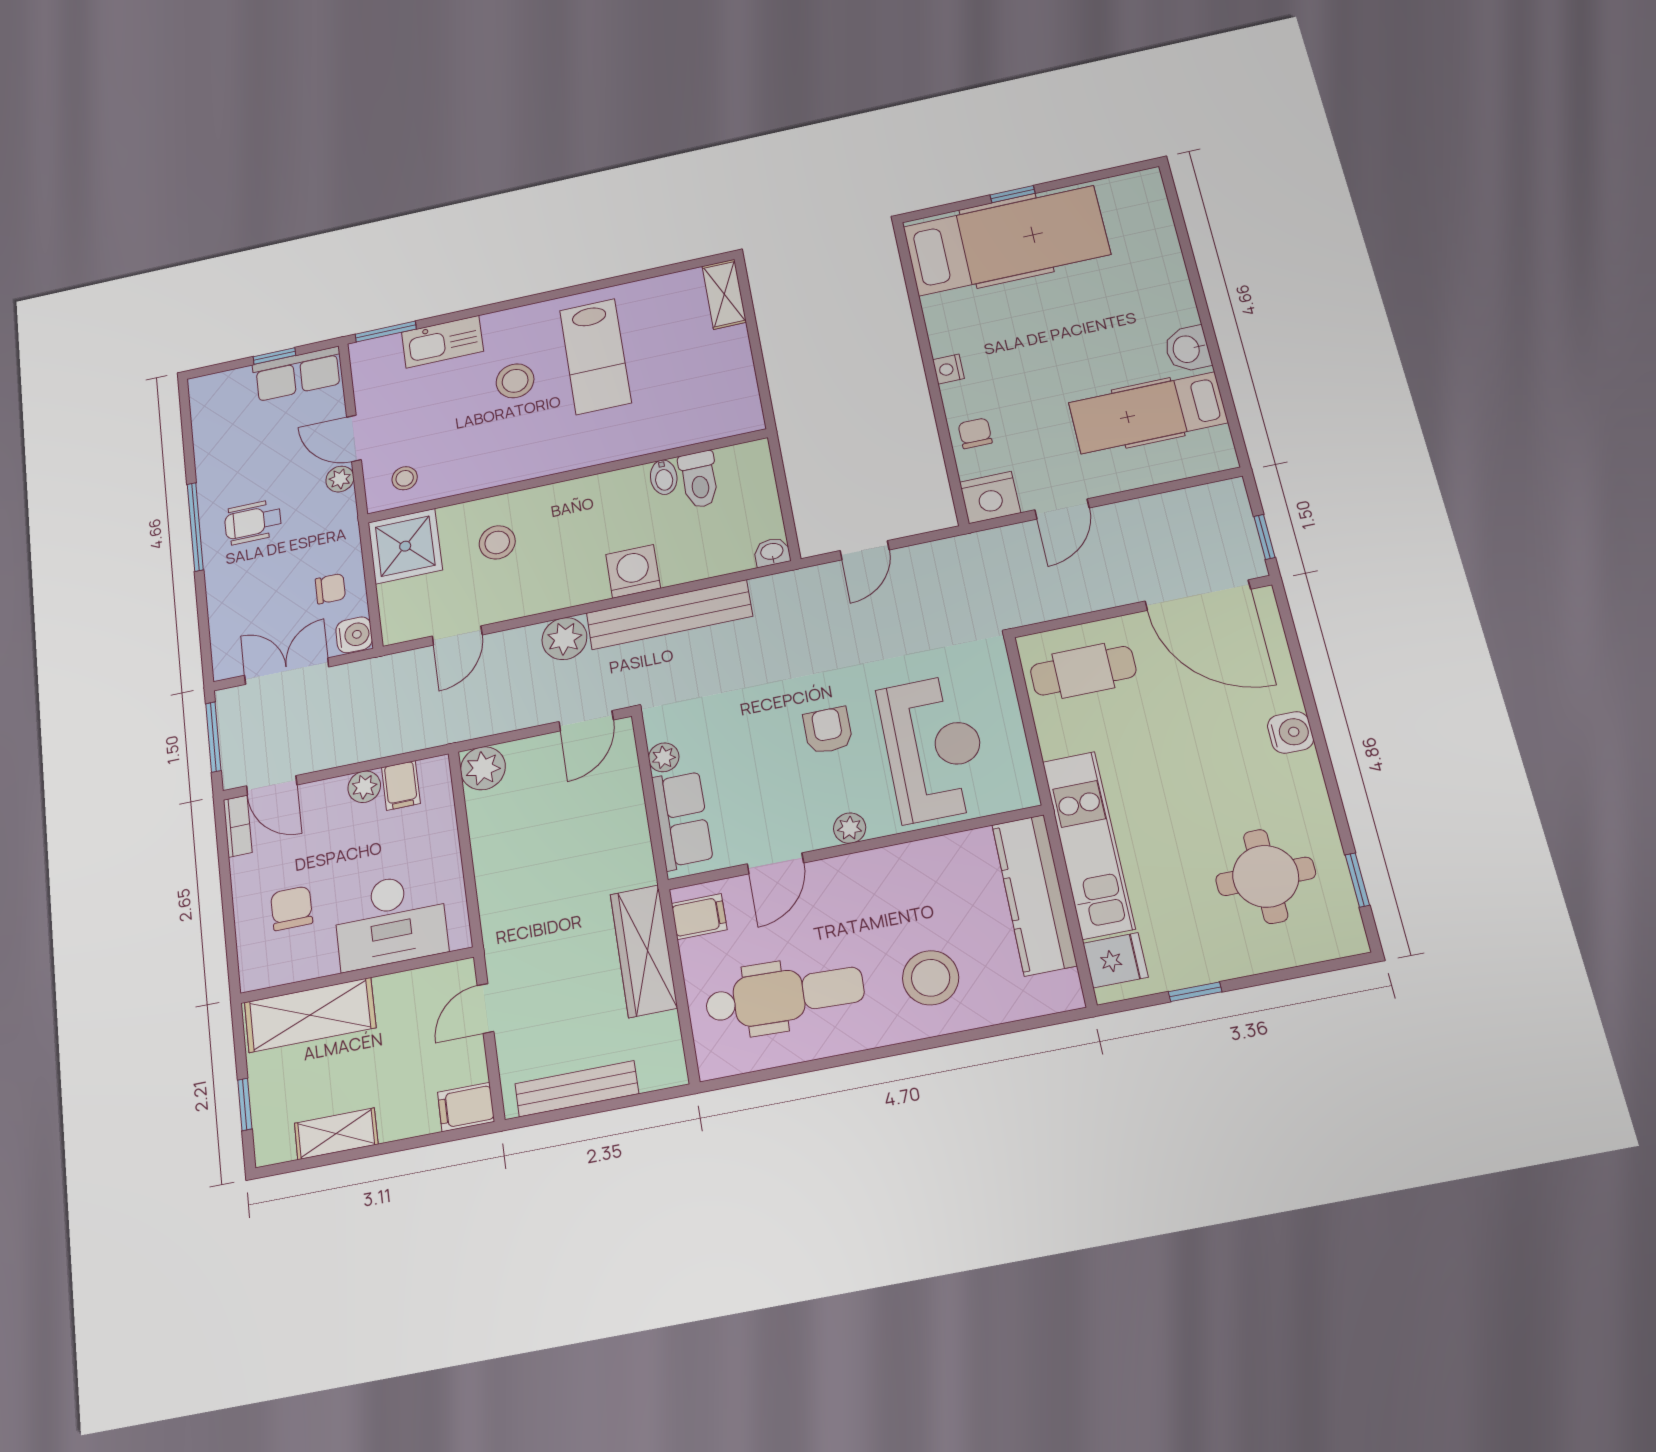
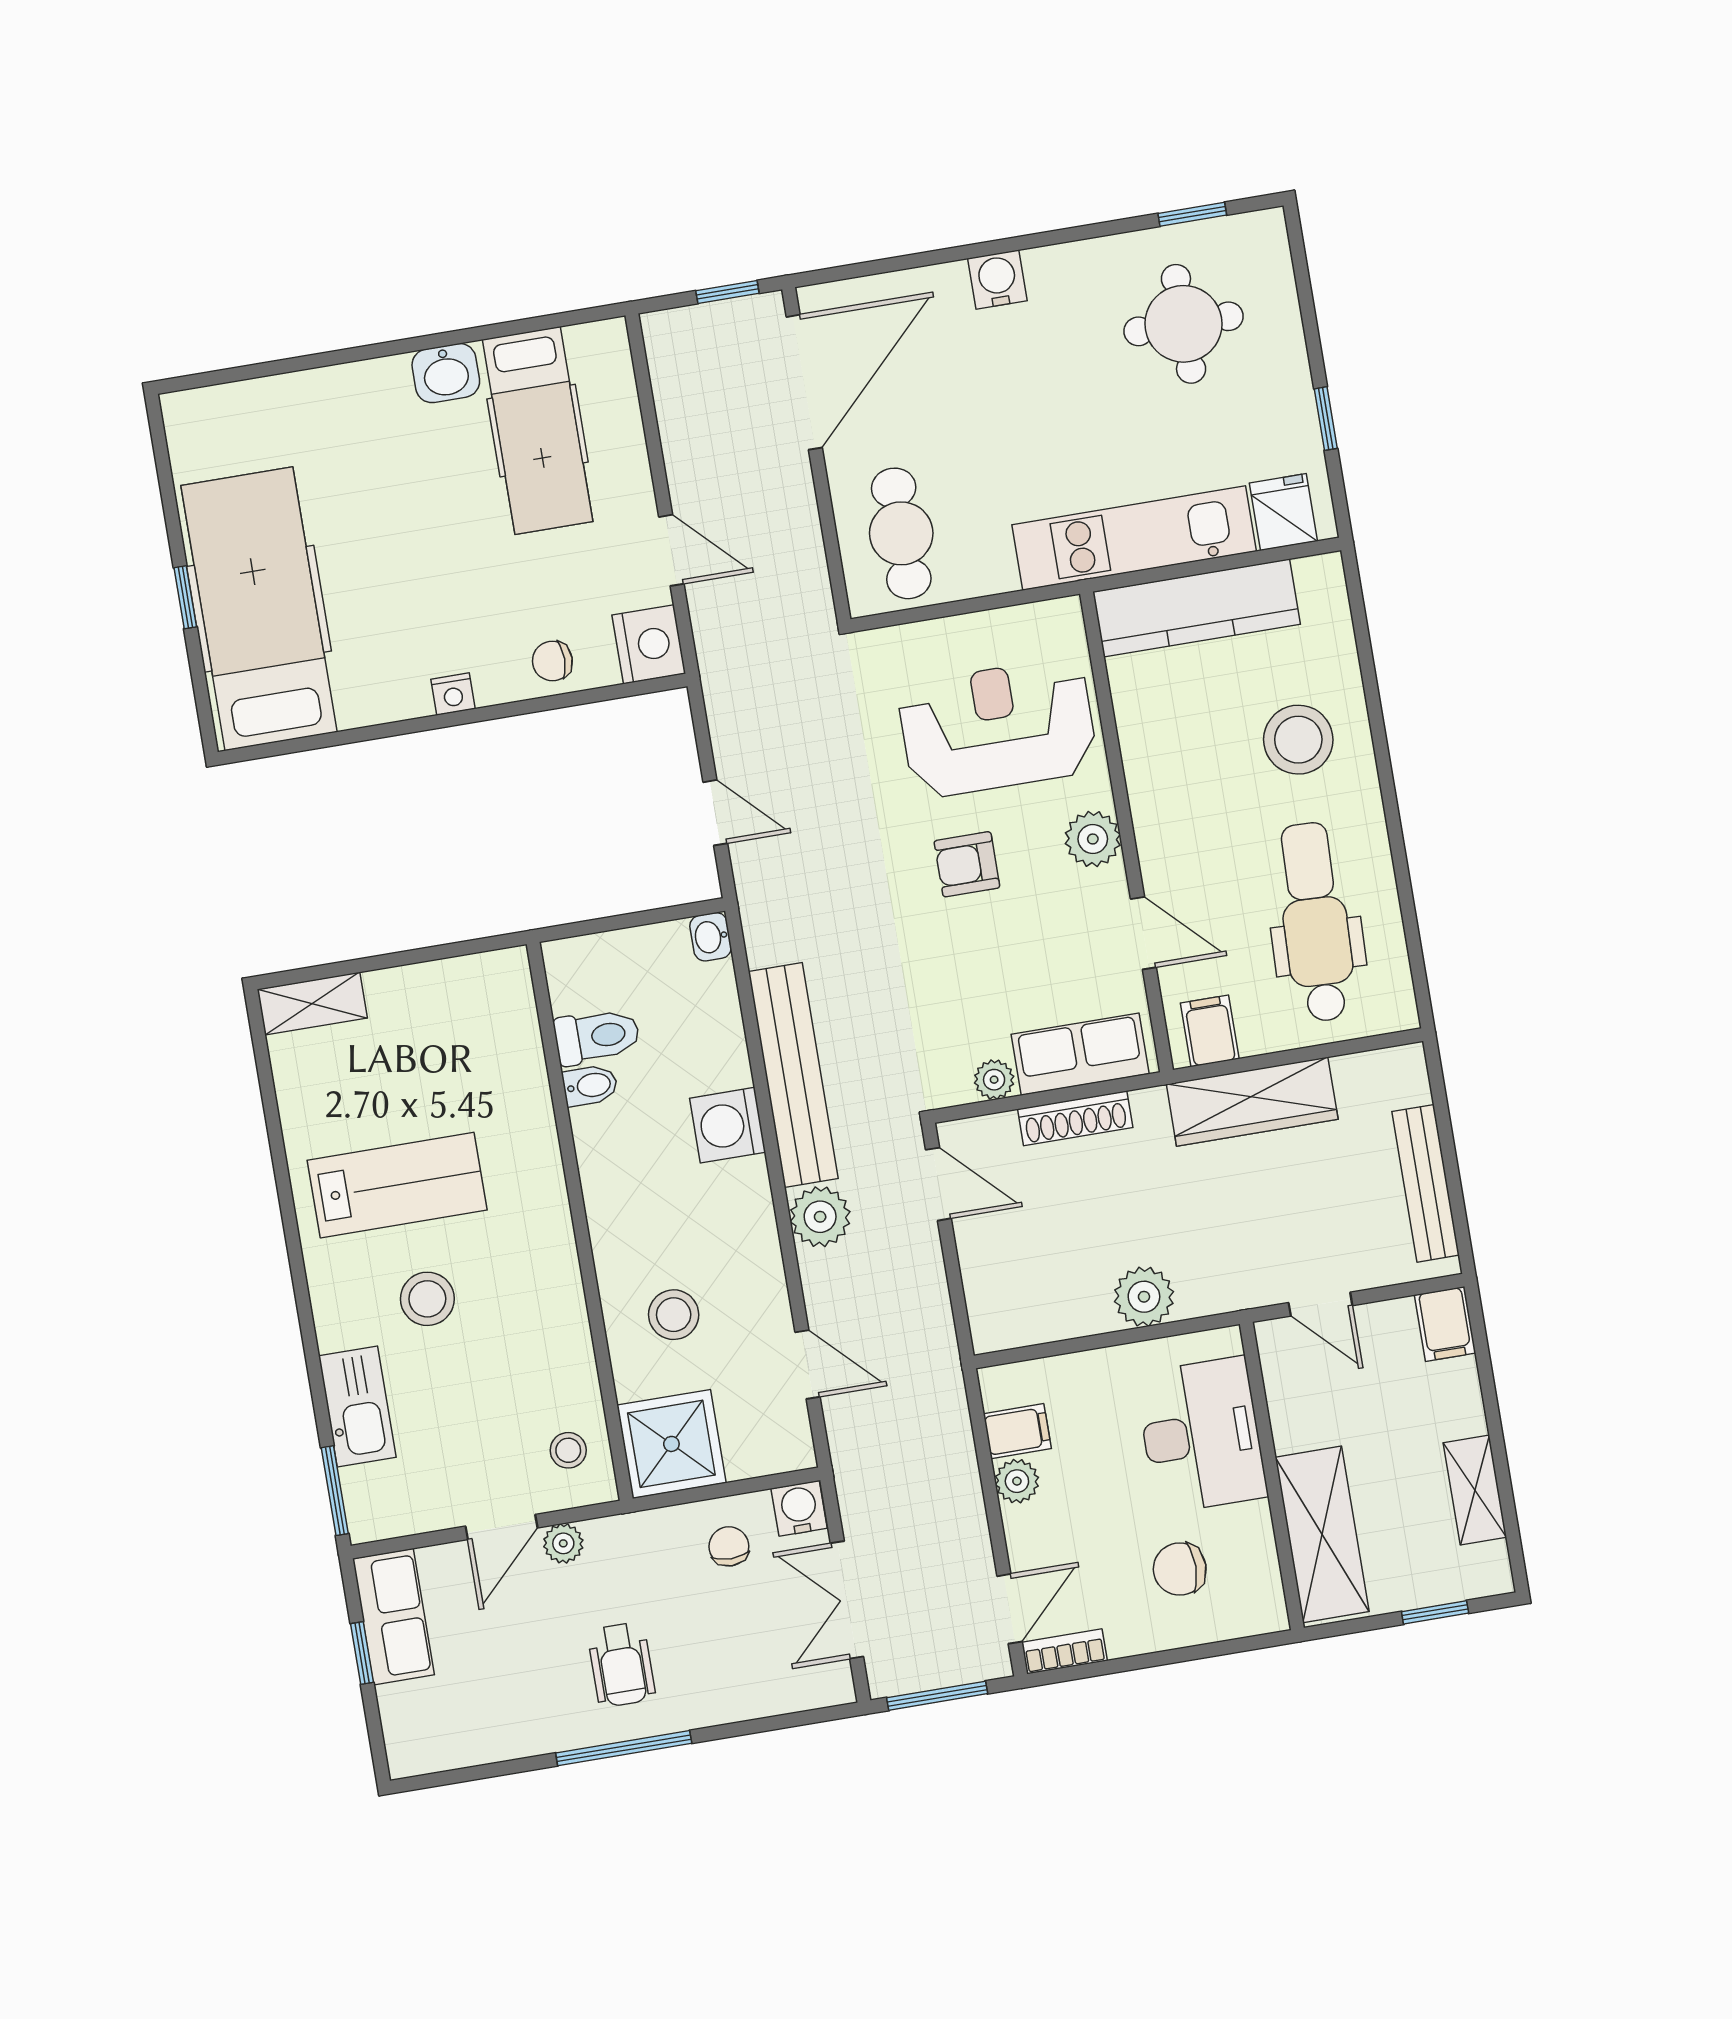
plant: (483, 768) -> (1144, 1297), moved
shoe rack: (633, 818) -> (1075, 1118), added
plant: (850, 828) -> (1093, 839), width x1.38, depth x1.38

